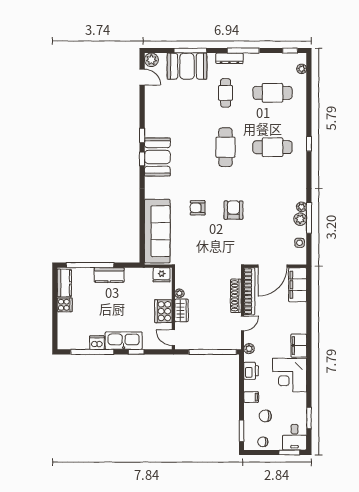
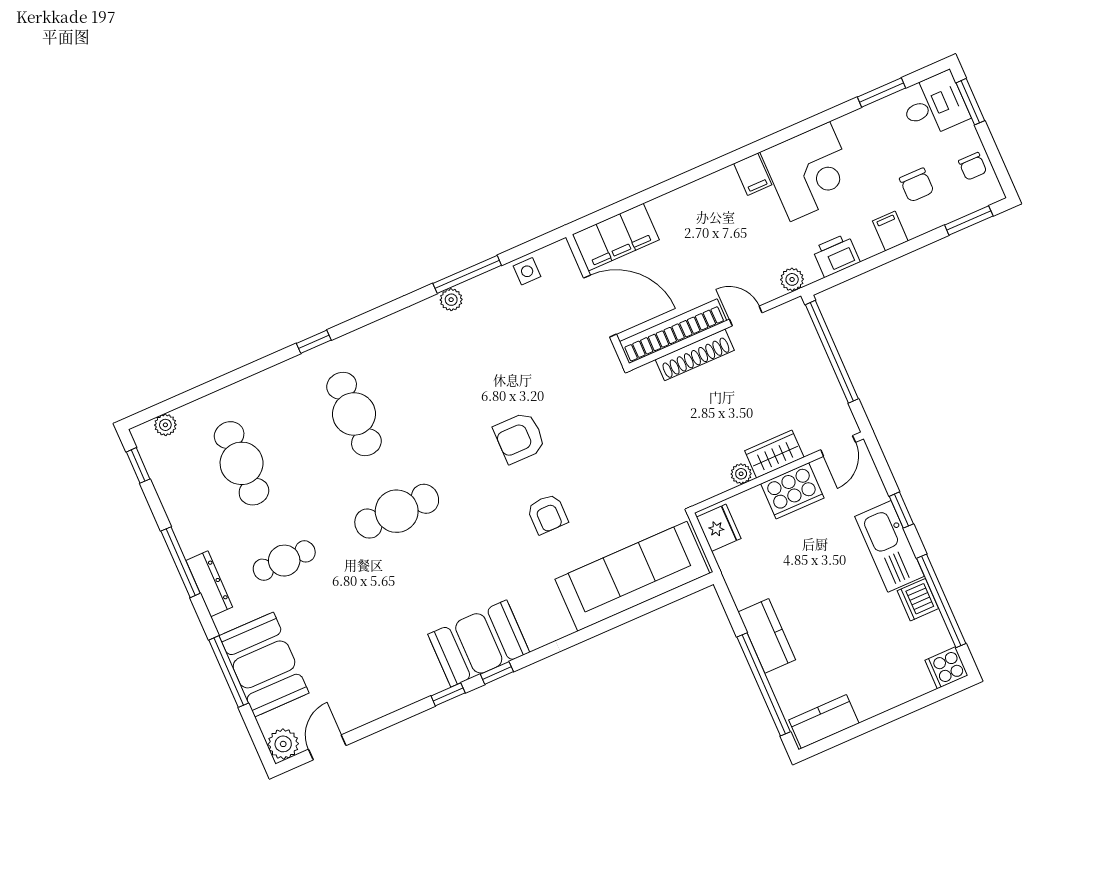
plant: (300, 219) -> (478, 291), removed
cooker: (65, 305) -> (946, 668), moved, turned -90
filing cabinet: (299, 346) -> (753, 174), width x0.50

